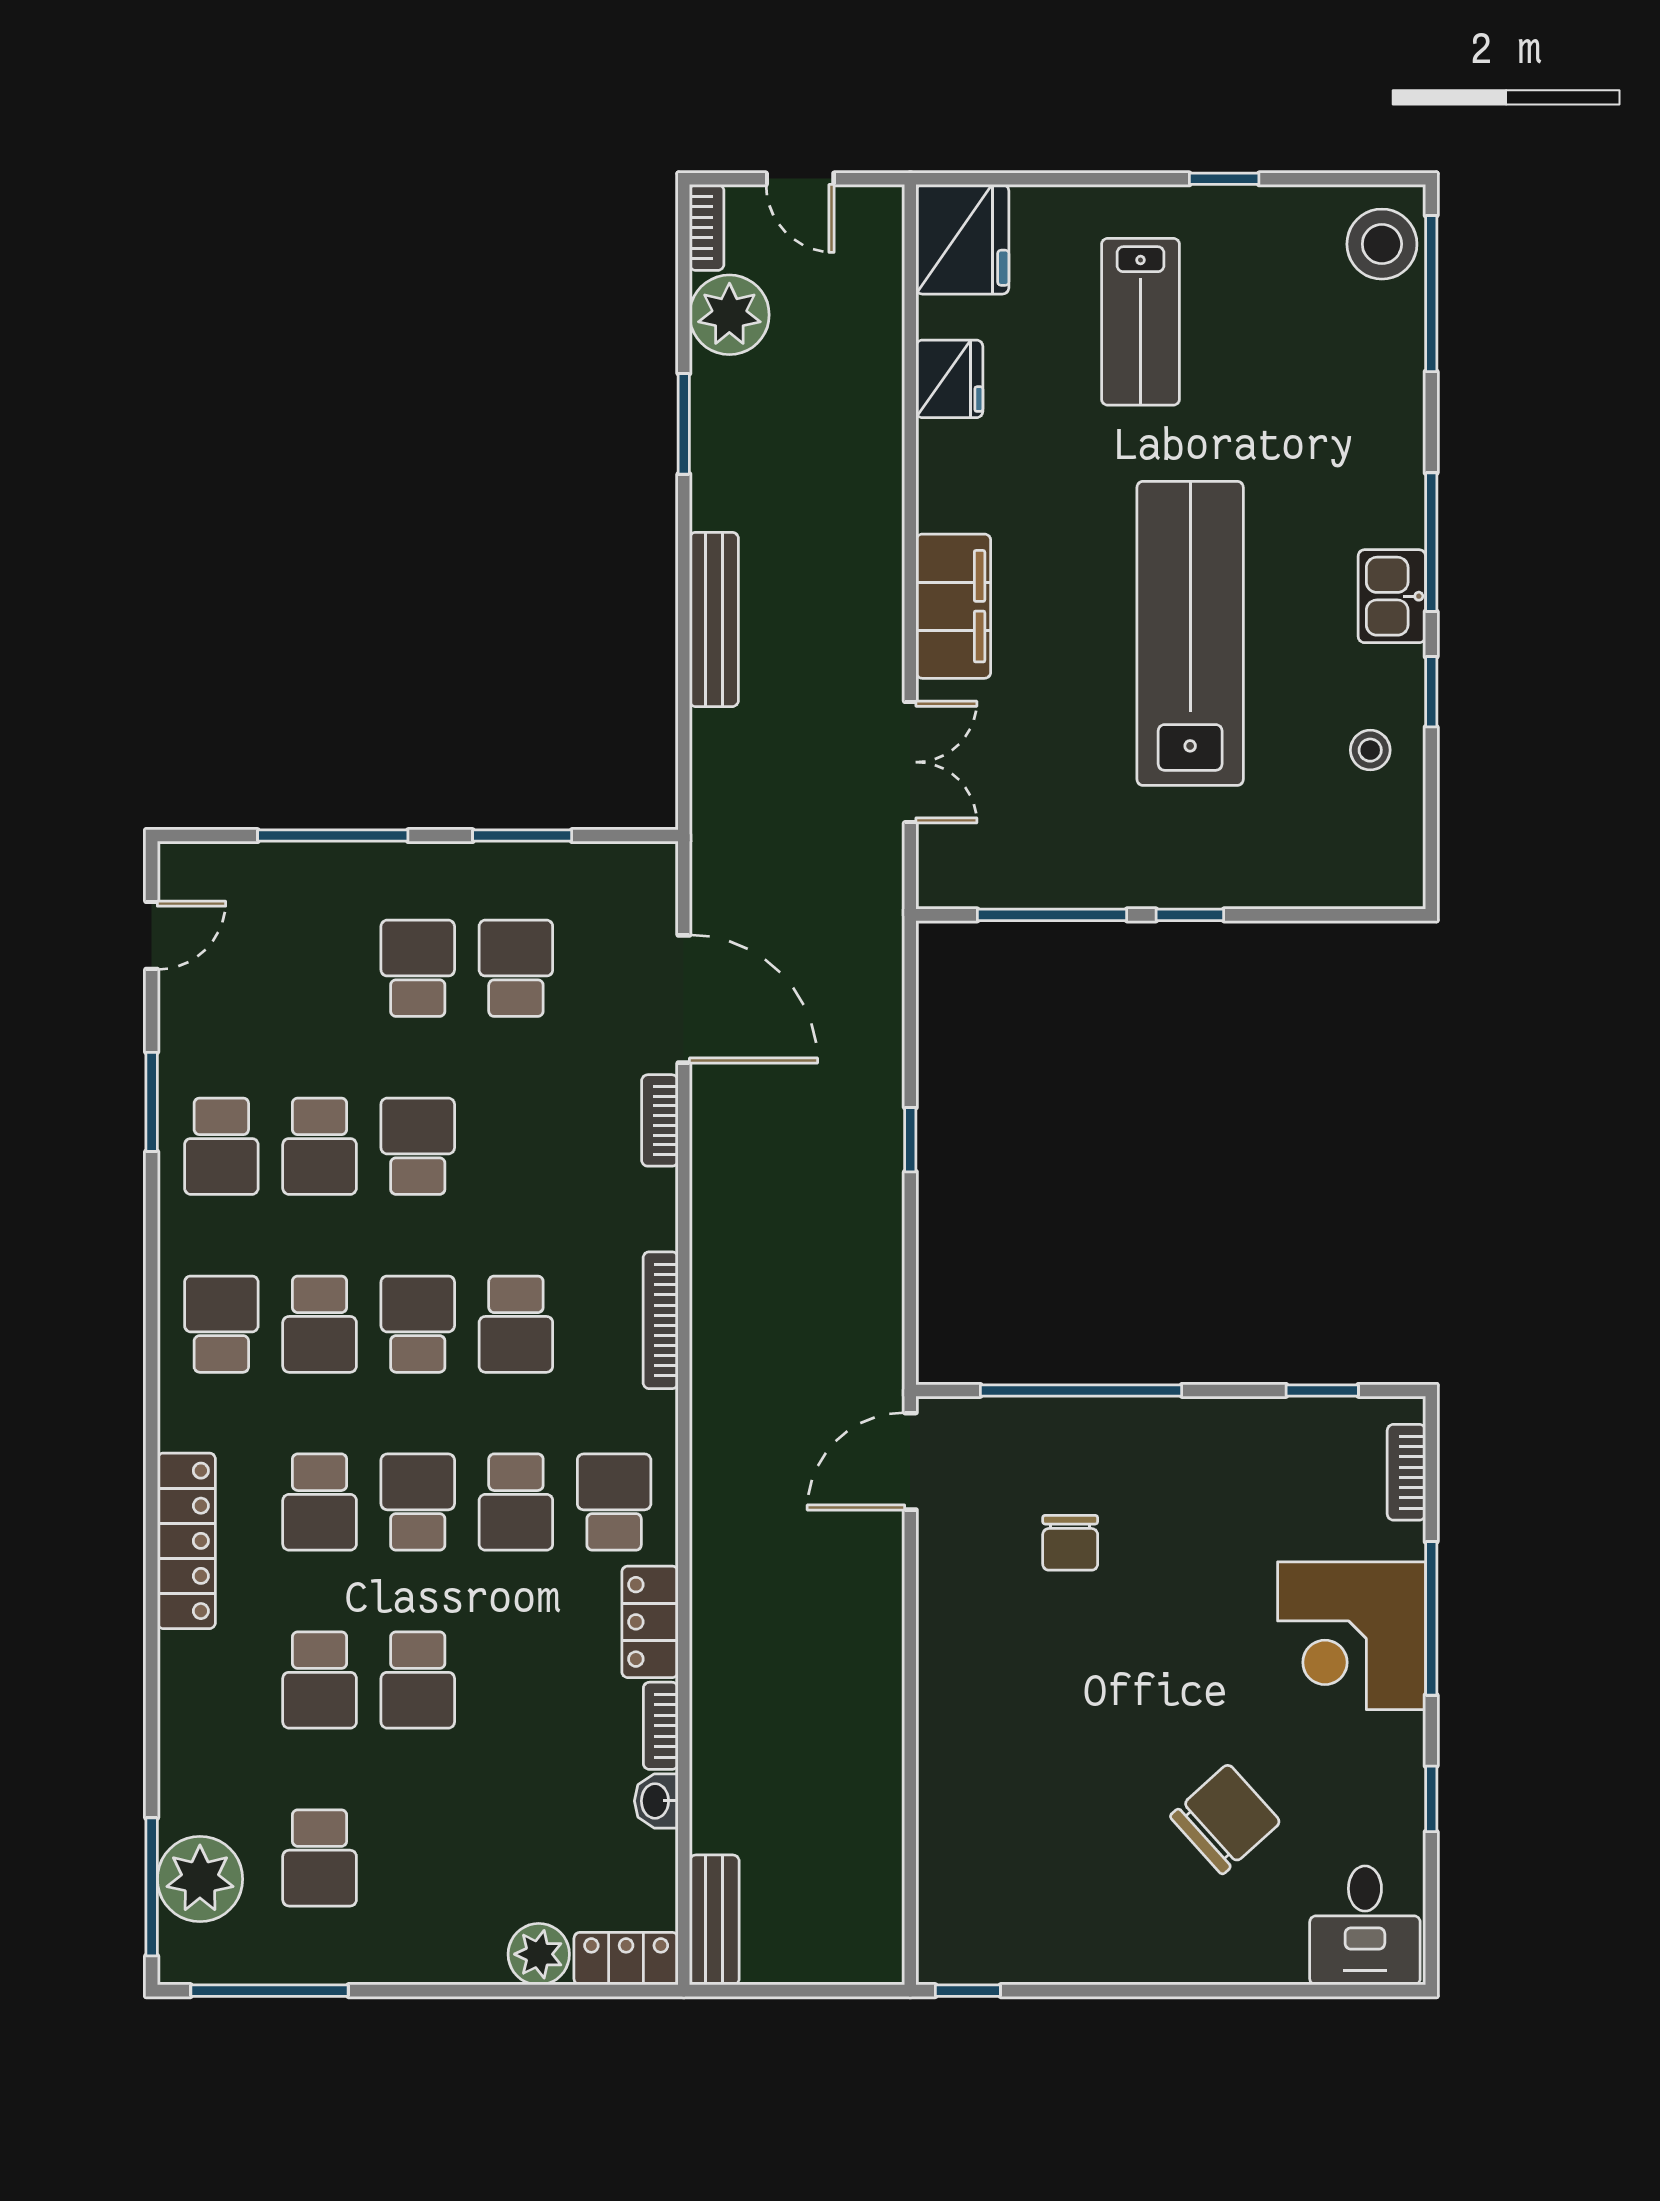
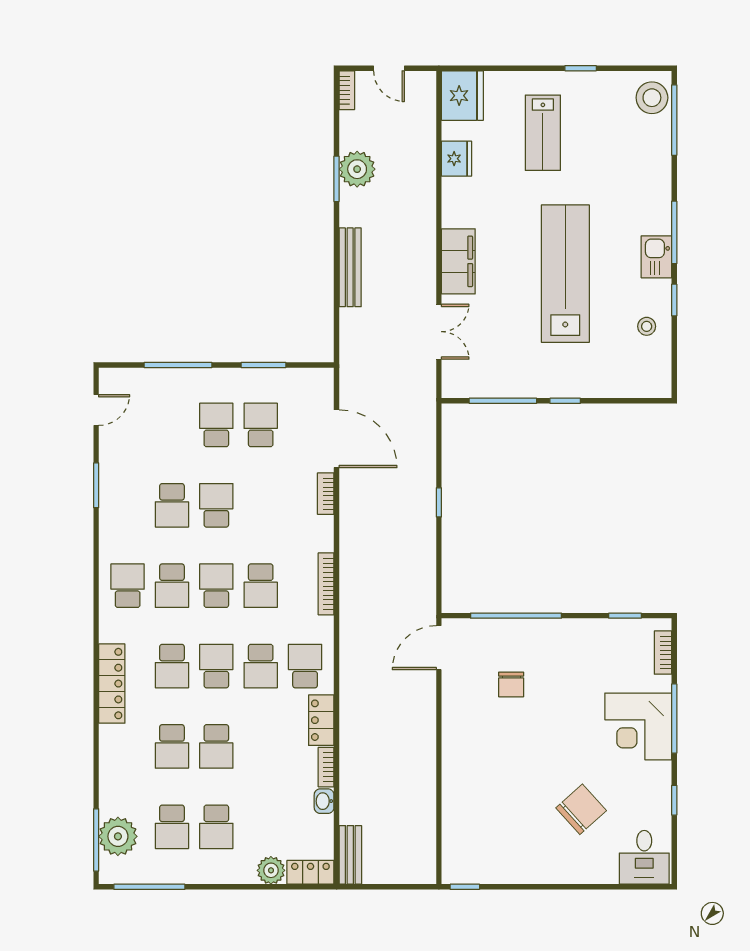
plant: (729, 315) -> (357, 169), moved
school desk: (221, 1146) -> (216, 827), moved

